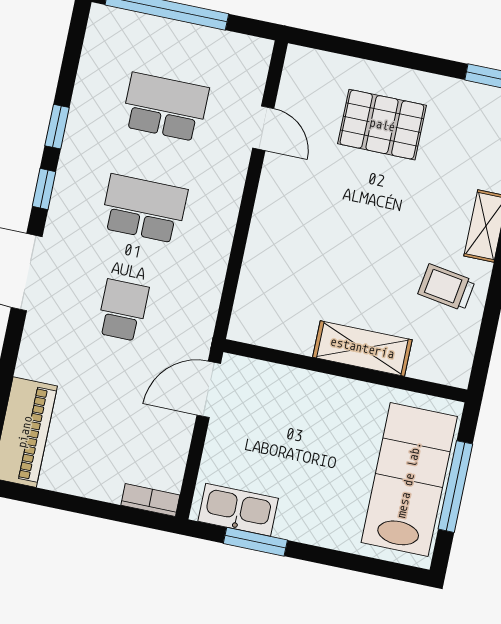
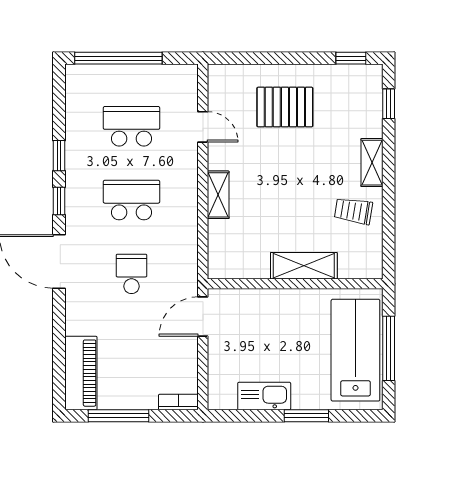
shelving: (265, 226) -> (218, 195), added
window: (64, 502) -> (119, 416), added
kitchen sink: (238, 510) -> (264, 396), moved
window: (255, 542) -> (306, 416), moved

